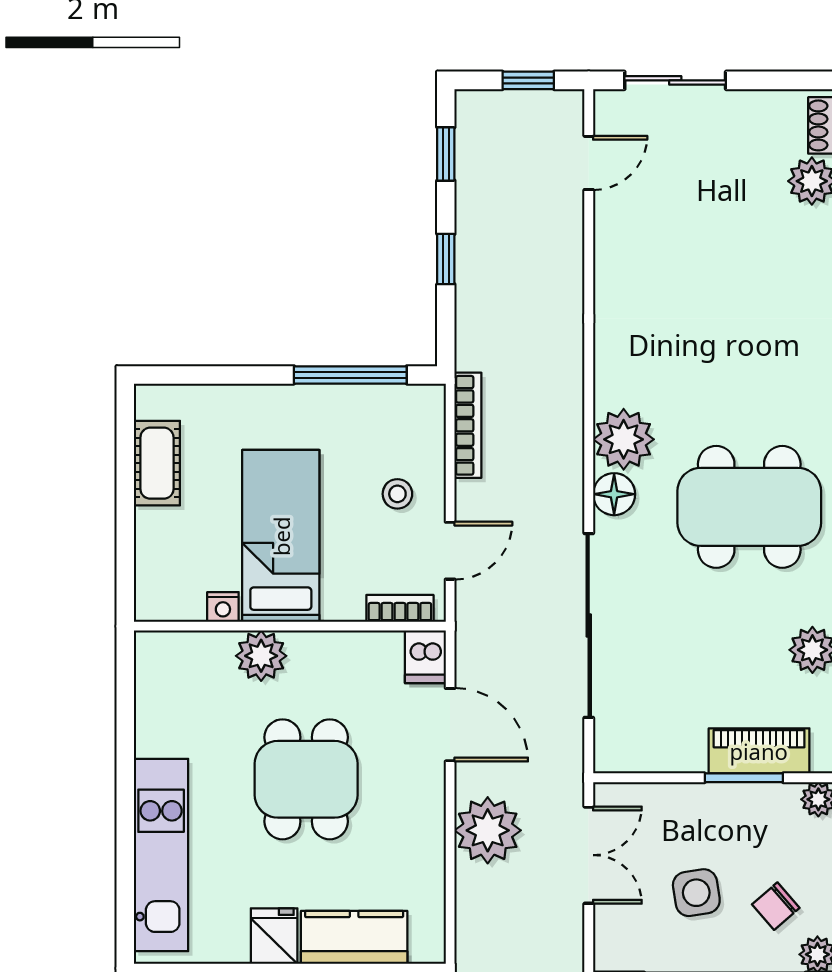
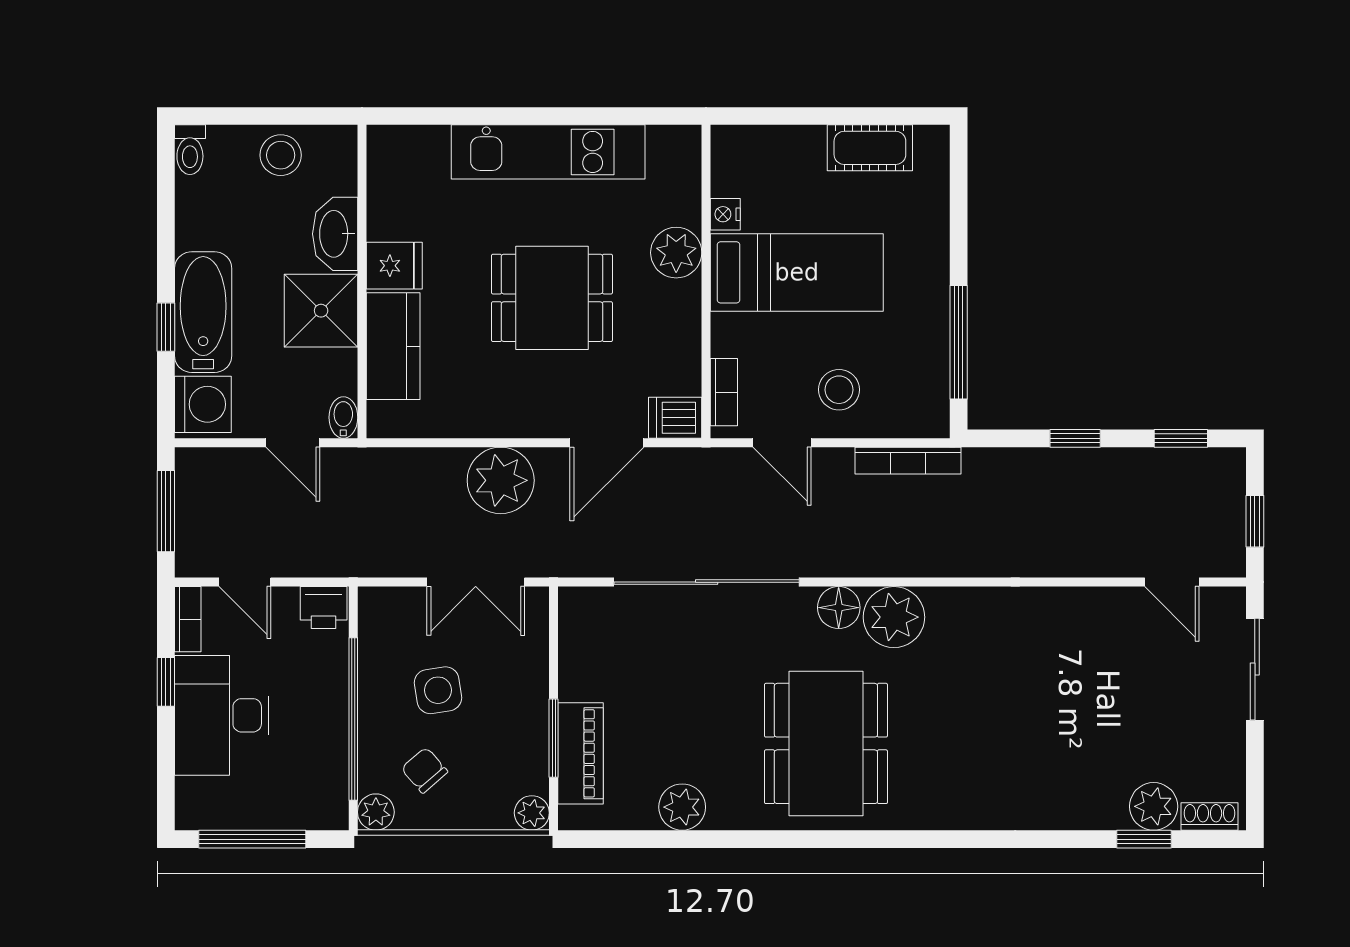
stool: (397, 494) -> (839, 390), width x1.37, depth x1.37
kitchen unit: (161, 855) -> (548, 152), moved

